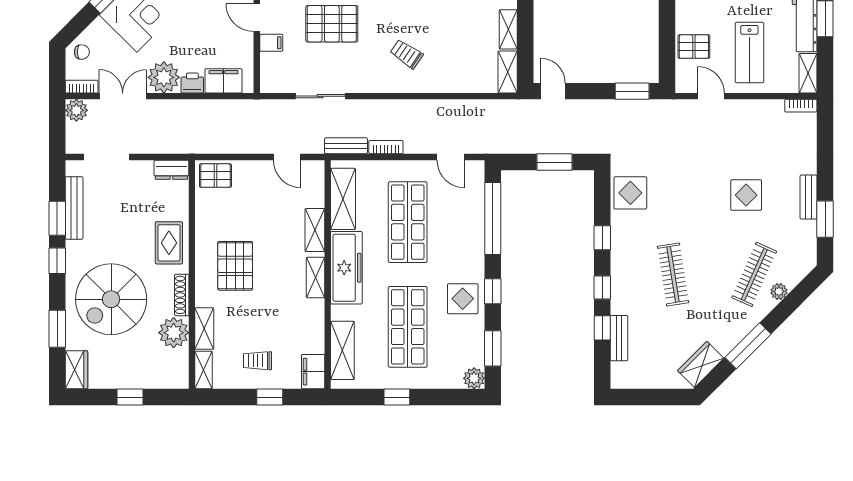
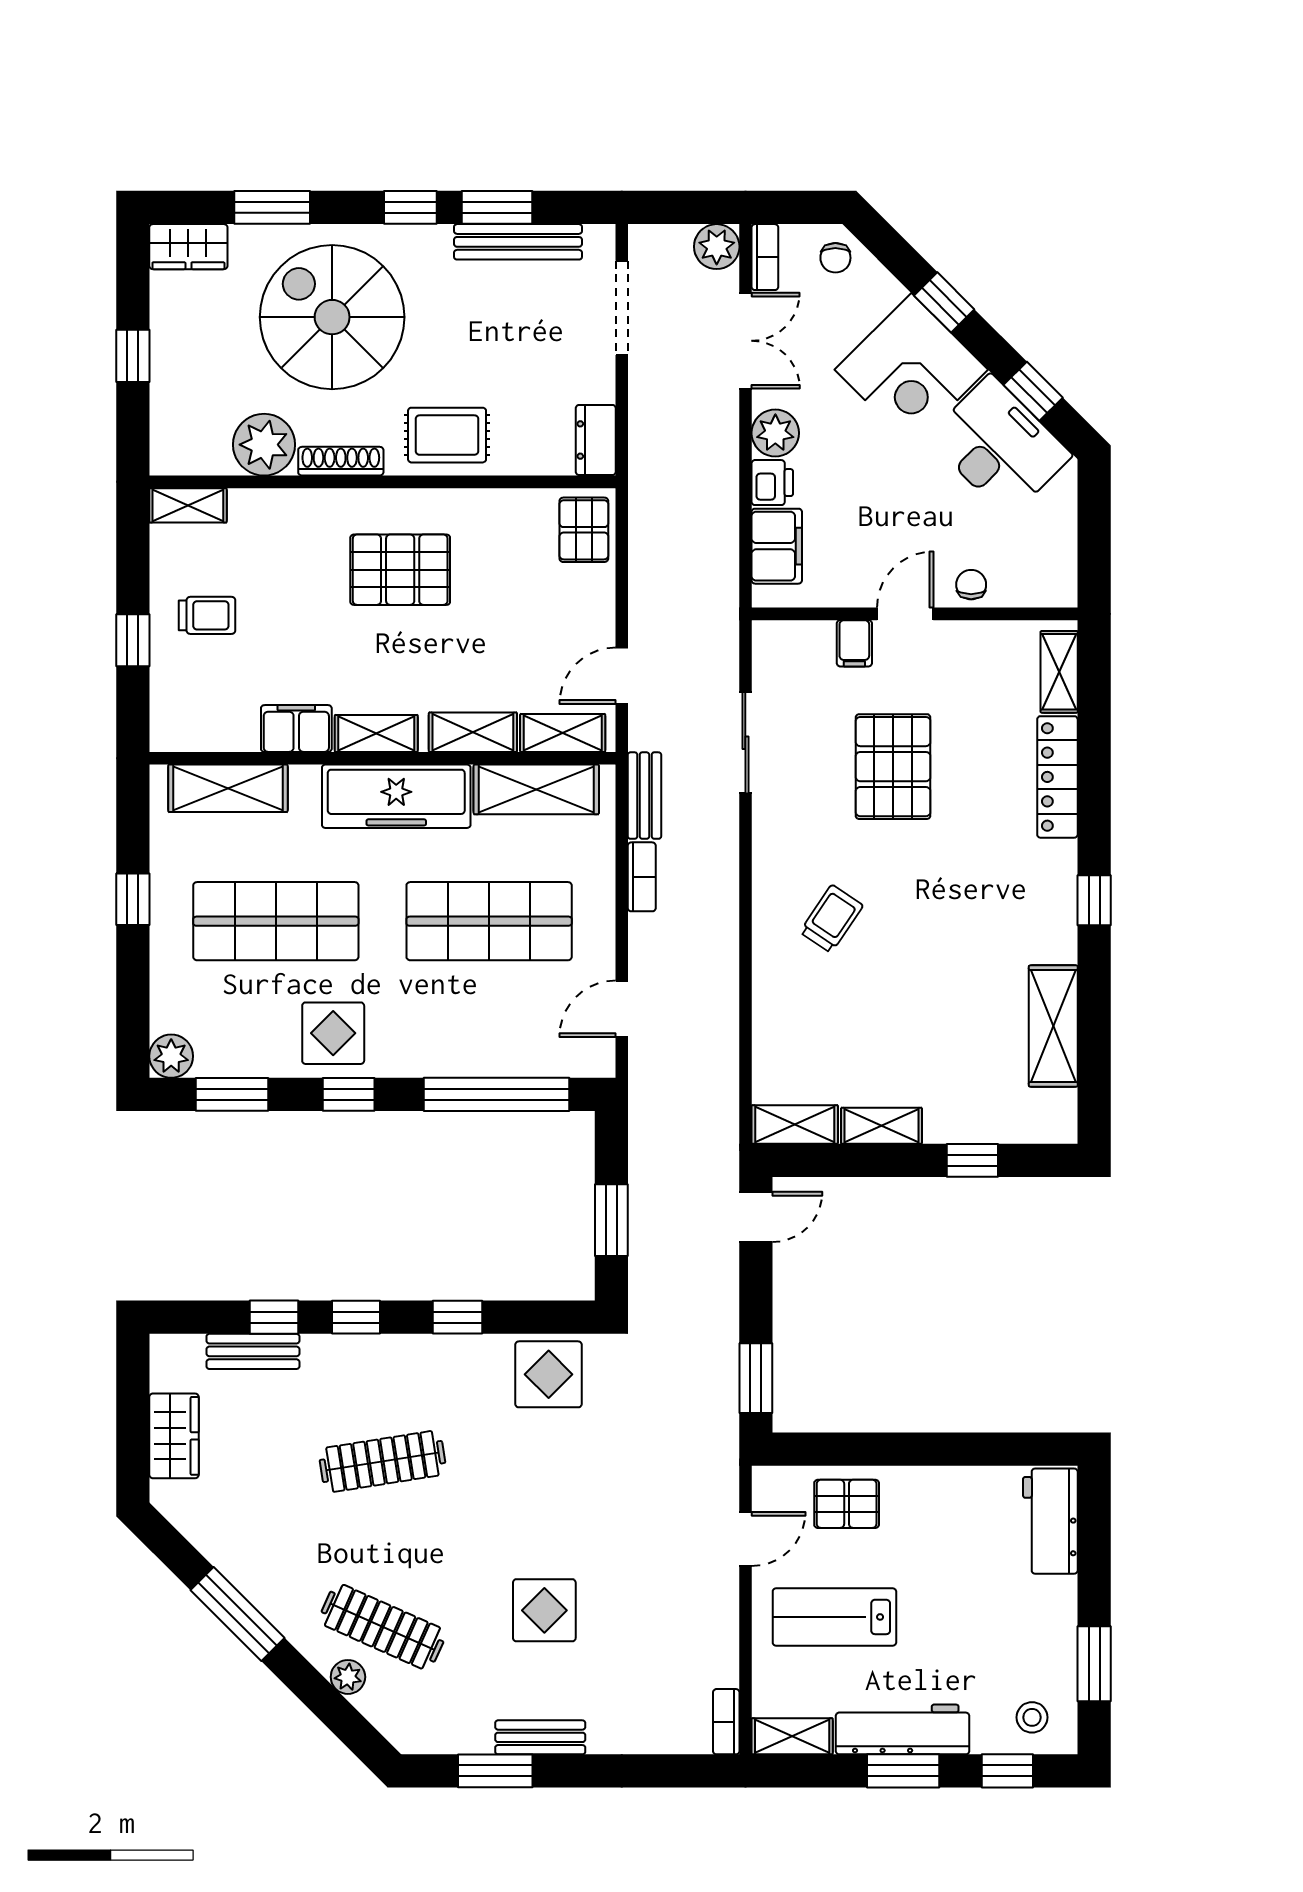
pallet: (694, 47) -> (847, 1504), turned 90
plant: (164, 77) -> (775, 433), width x0.73, depth x0.73
shelving: (204, 329) -> (563, 733), moved
trolley: (258, 361) -> (207, 615), turned 90
wardrobe: (701, 364) -> (174, 1436), moved, turned 45
filing cabinet: (313, 372) -> (296, 729), moved

